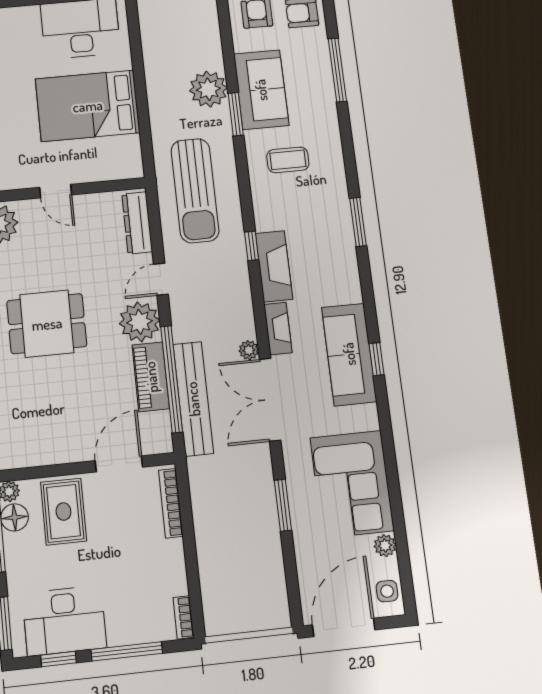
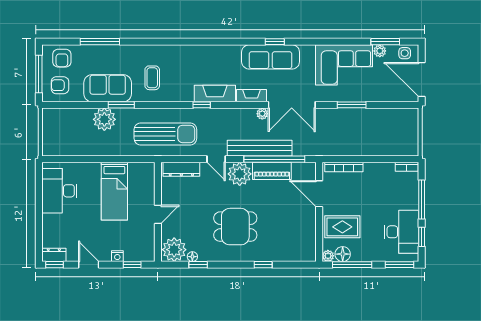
bed: (88, 106) -> (114, 191), width x0.67
window: (358, 222) -> (385, 42), moved
dining table: (47, 324) -> (235, 227), turned 90
bench: (193, 399) -> (260, 148), moved

